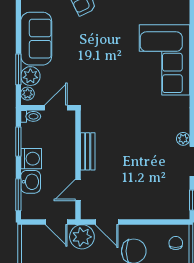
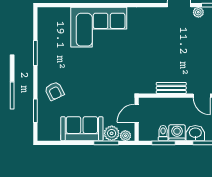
door: (56, 108) -> (137, 113), hinge flipped
toilet: (31, 116) -> (163, 133), moved
plant: (183, 139) -> (198, 12), moved

